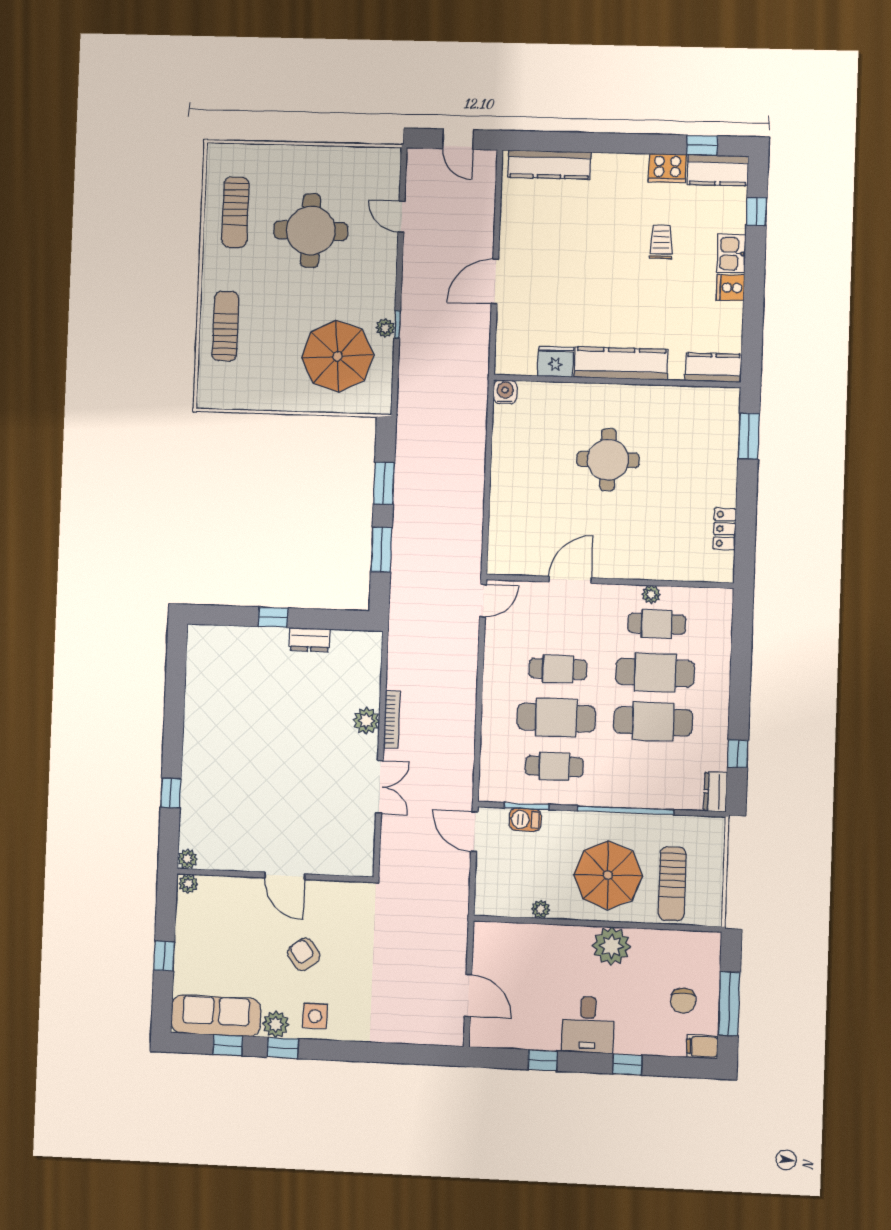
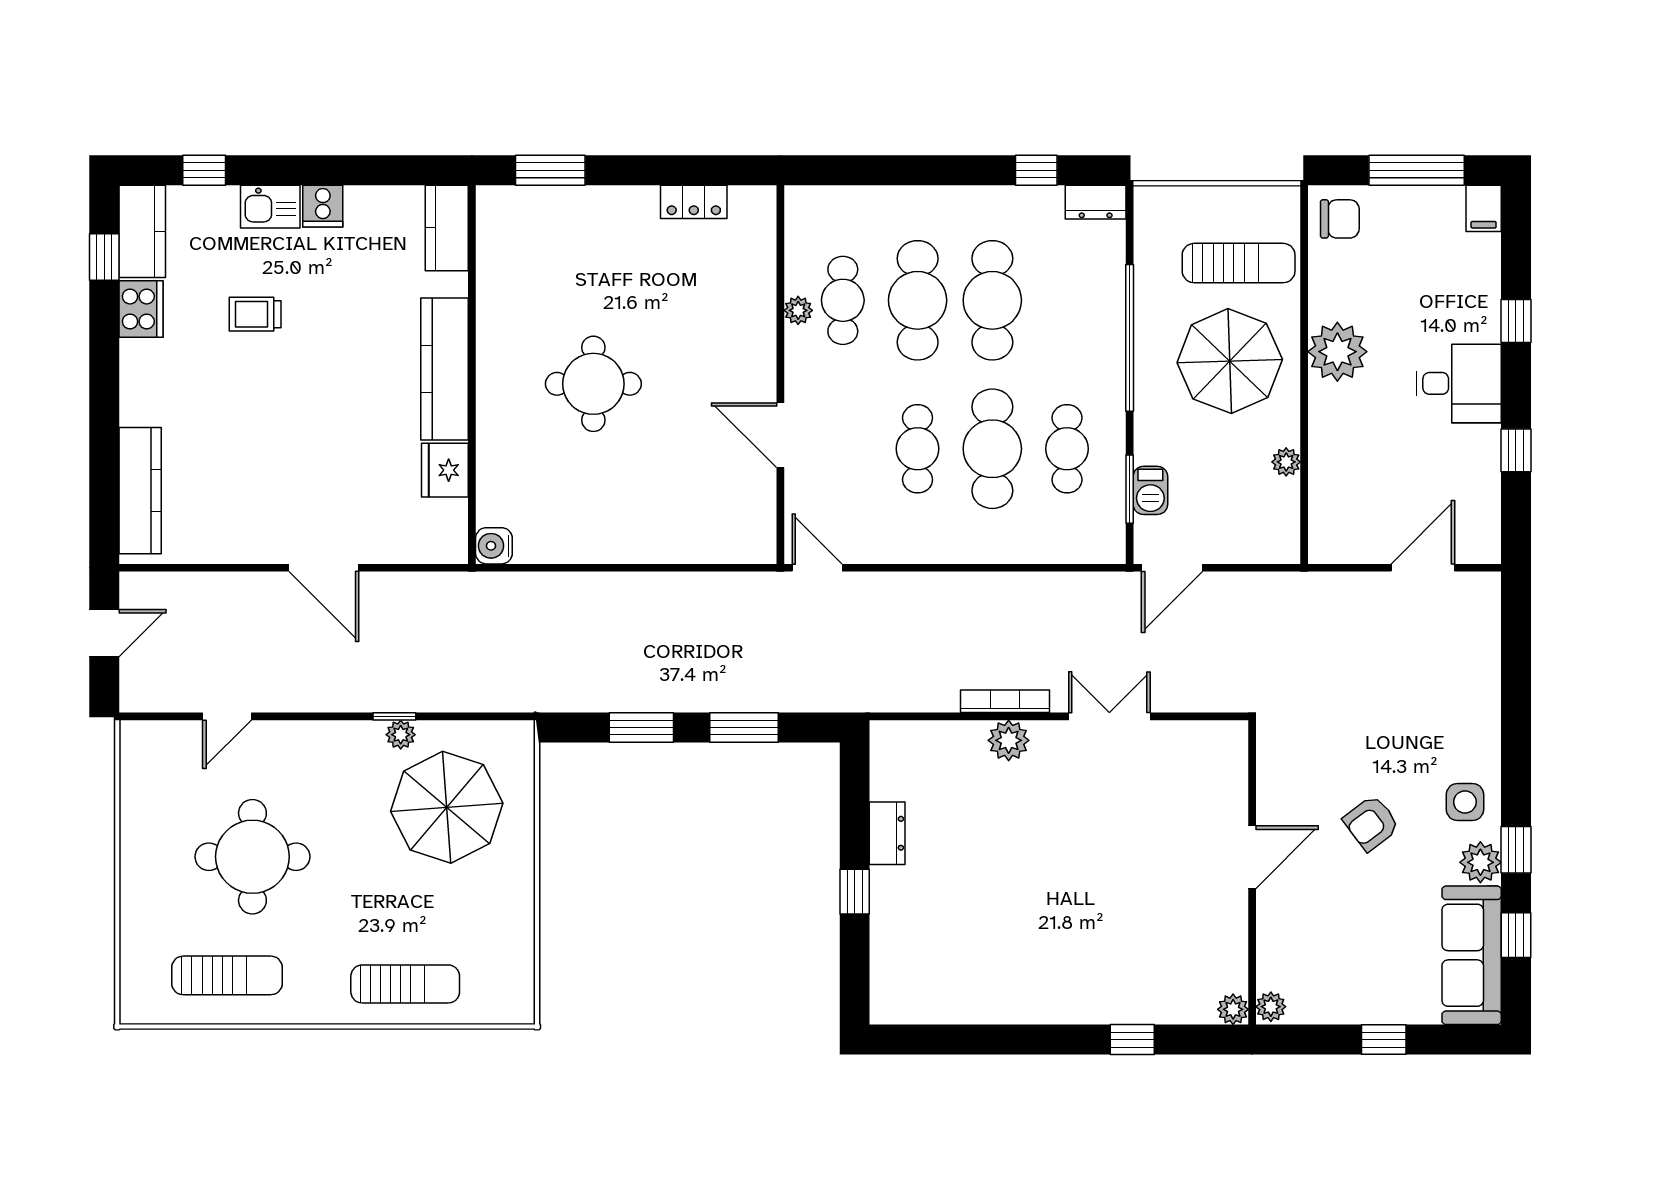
sun lounger: (225, 326) -> (405, 984), turned 180
chair: (683, 1001) -> (1340, 219), moved

